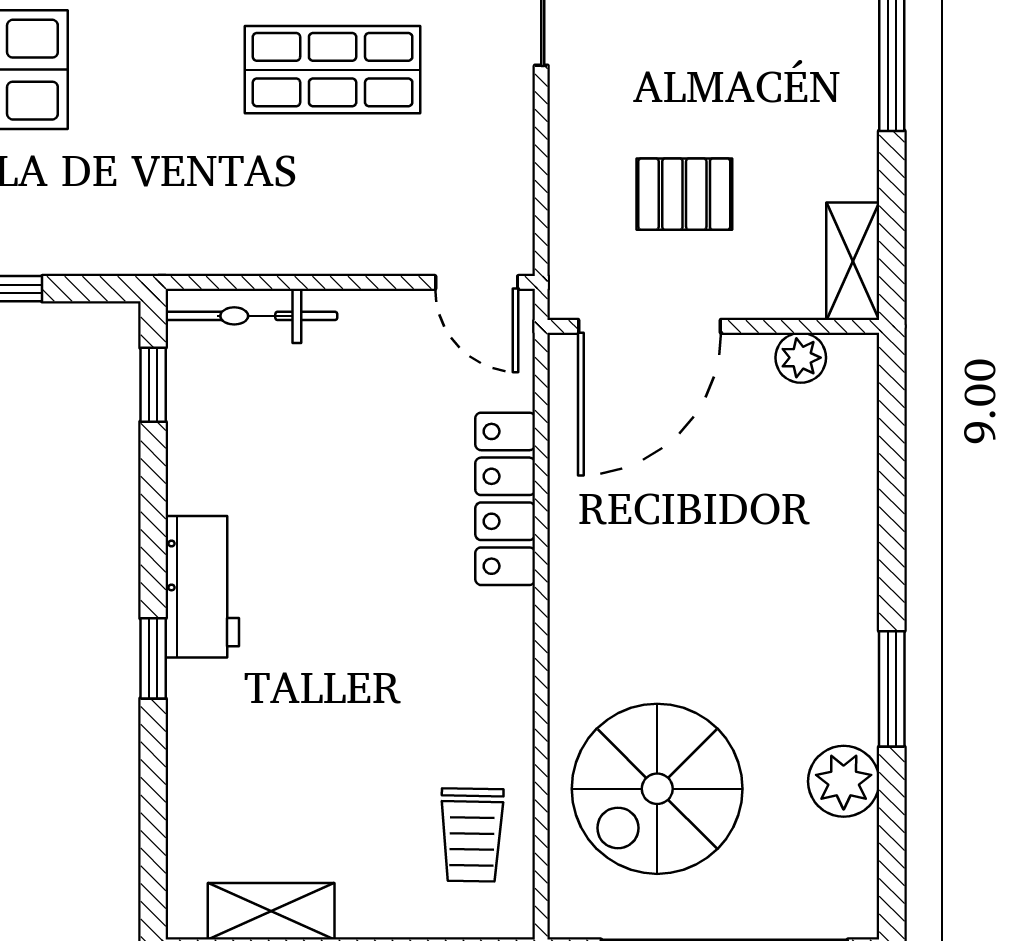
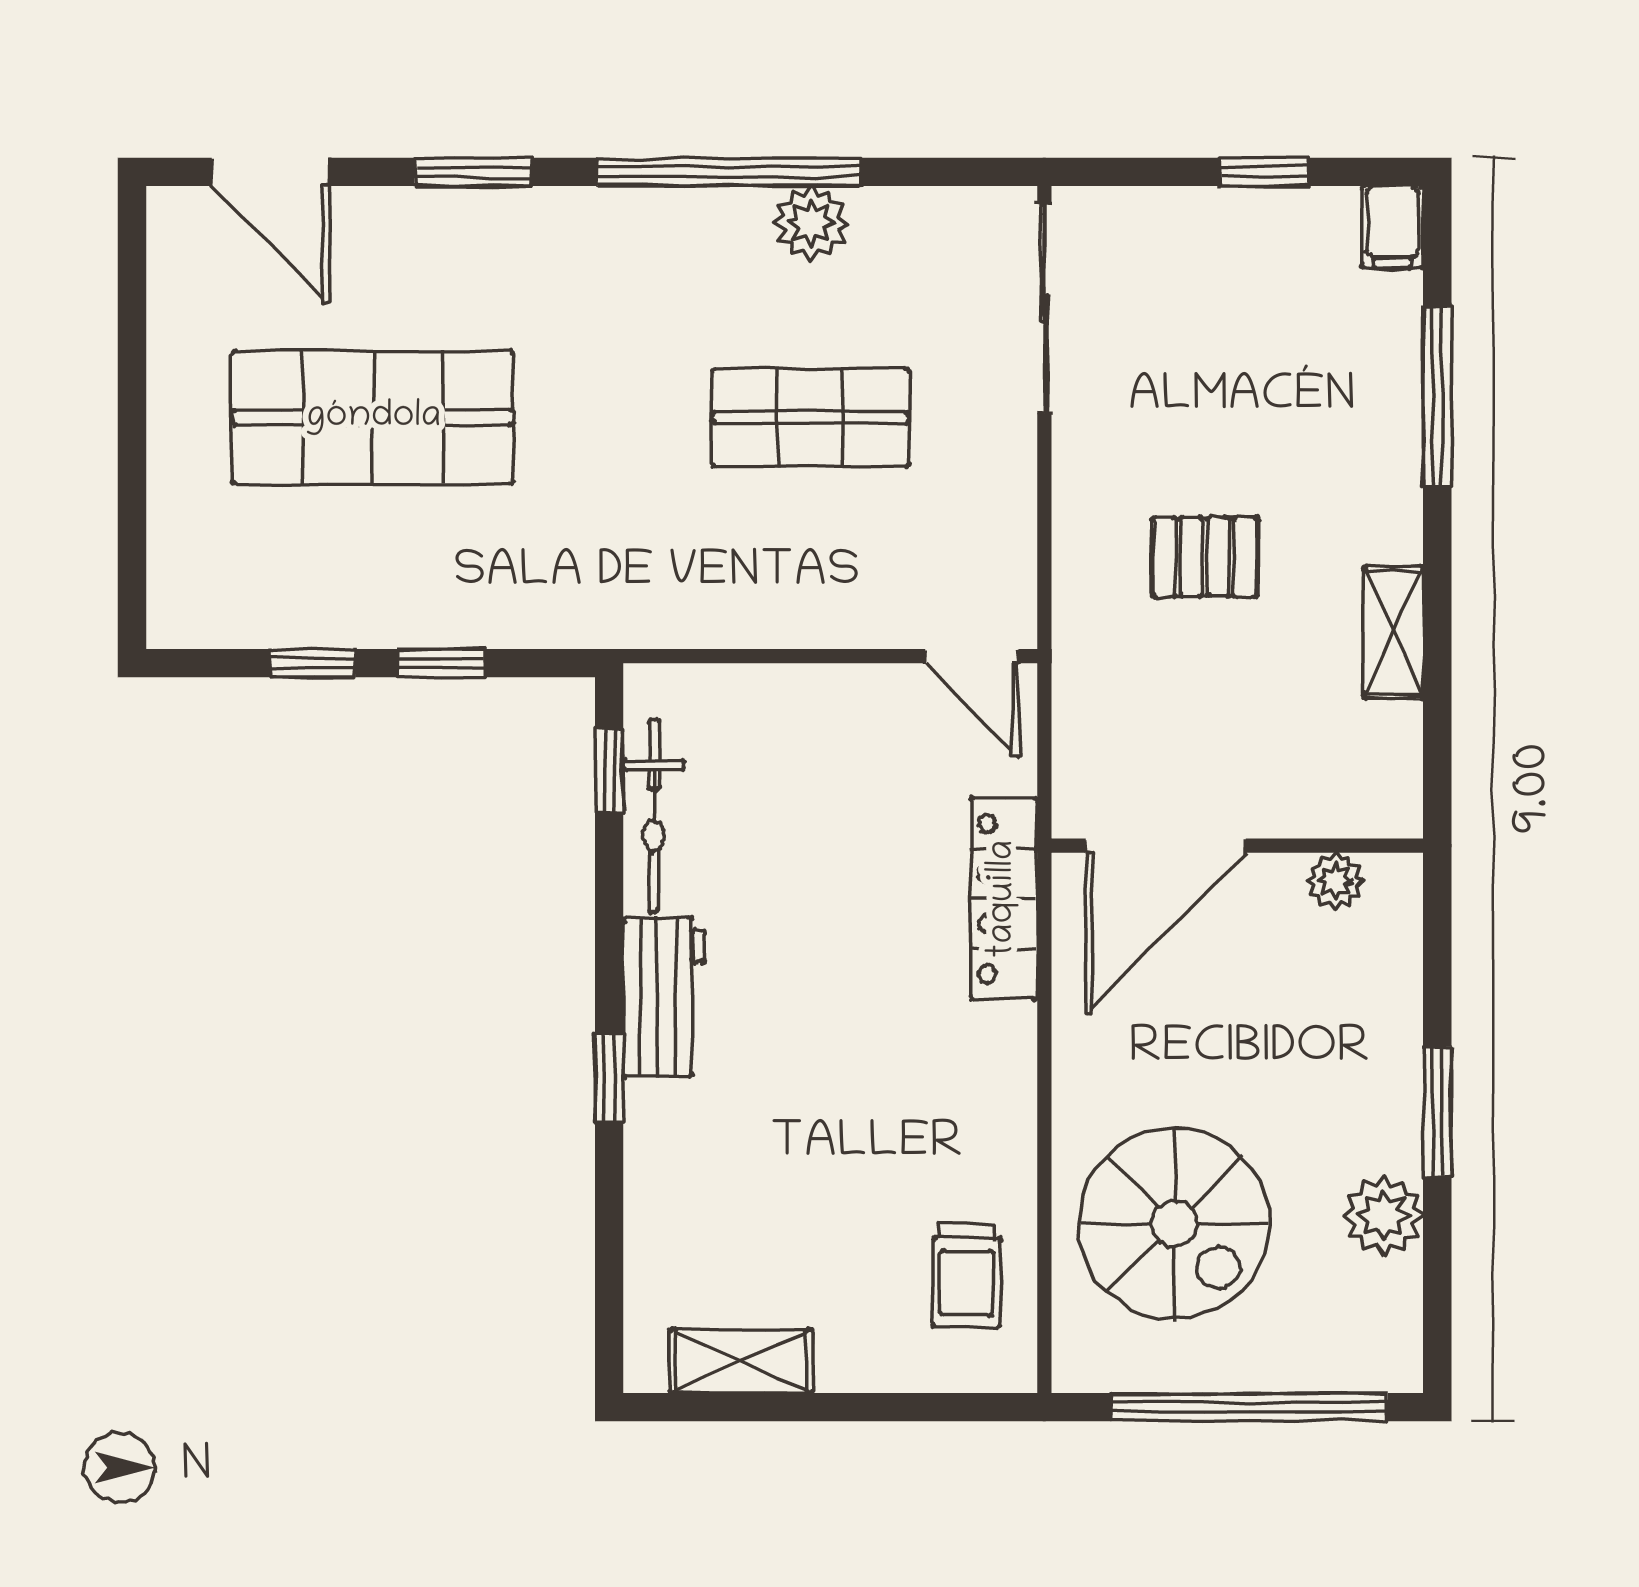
bicycle: (251, 316) -> (654, 816), moved, turned -90
door: (650, 326) -> (1166, 846), moved
wall: (713, 326) -> (1237, 846), moved
plant: (801, 358) -> (1335, 881), moved
spiral stairs: (657, 789) -> (1174, 1224), turned -90

